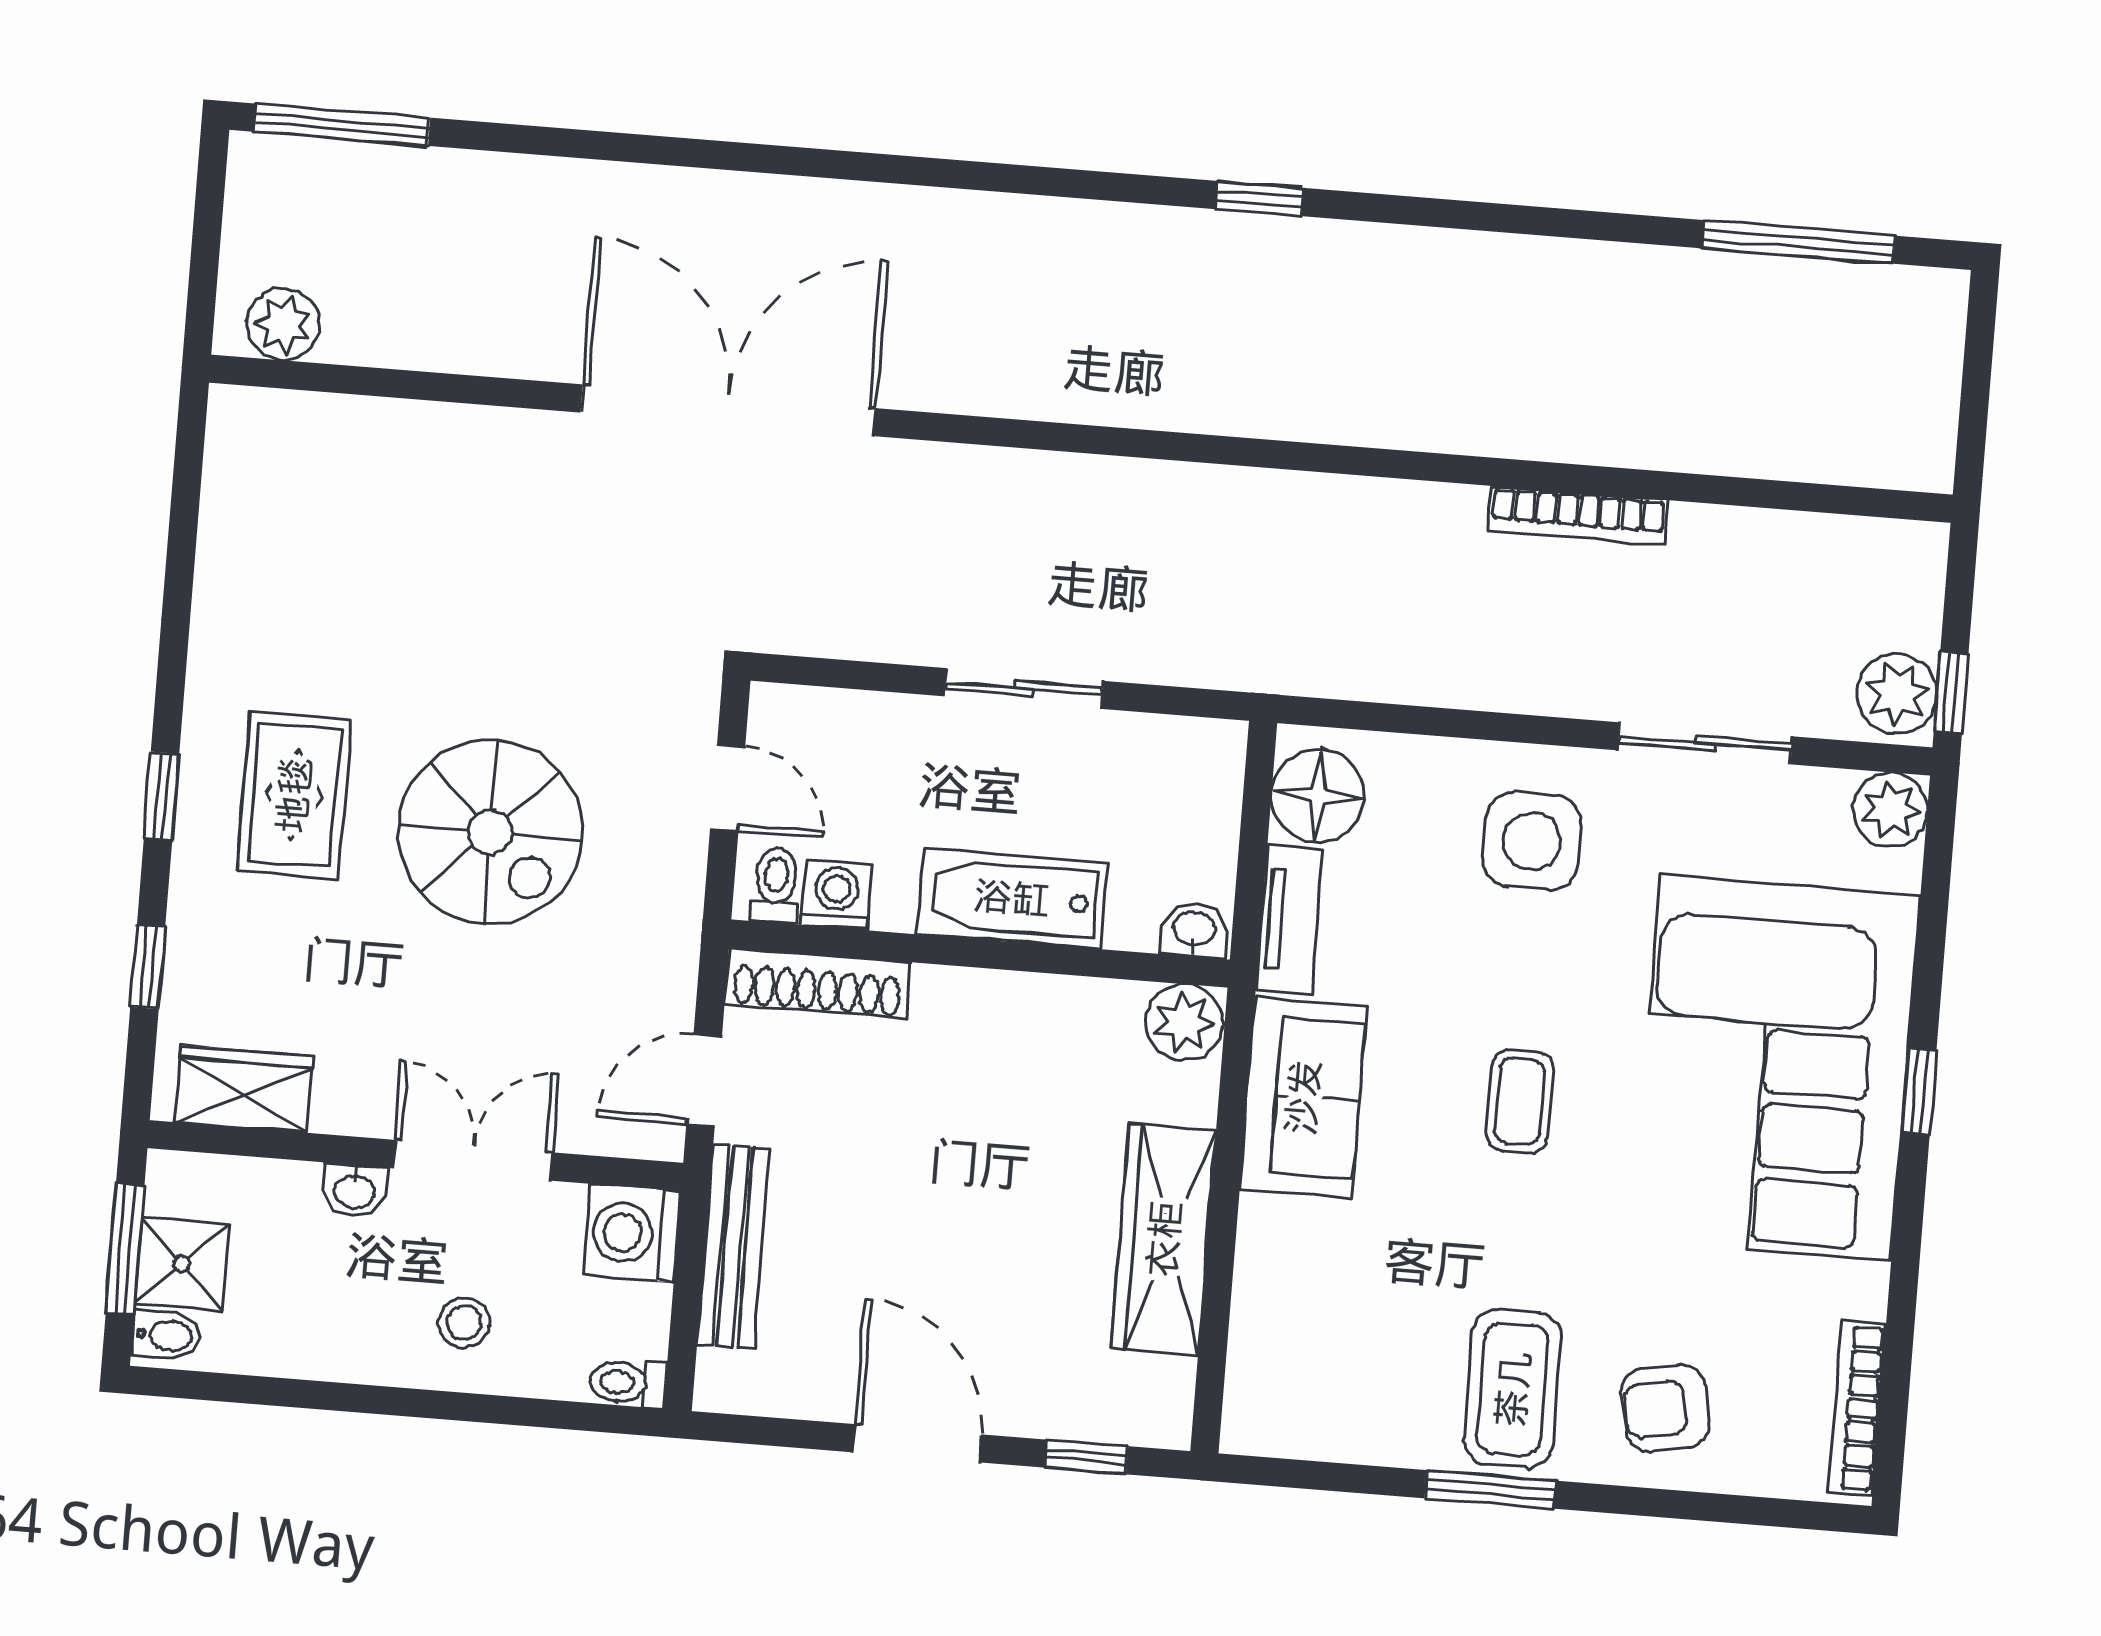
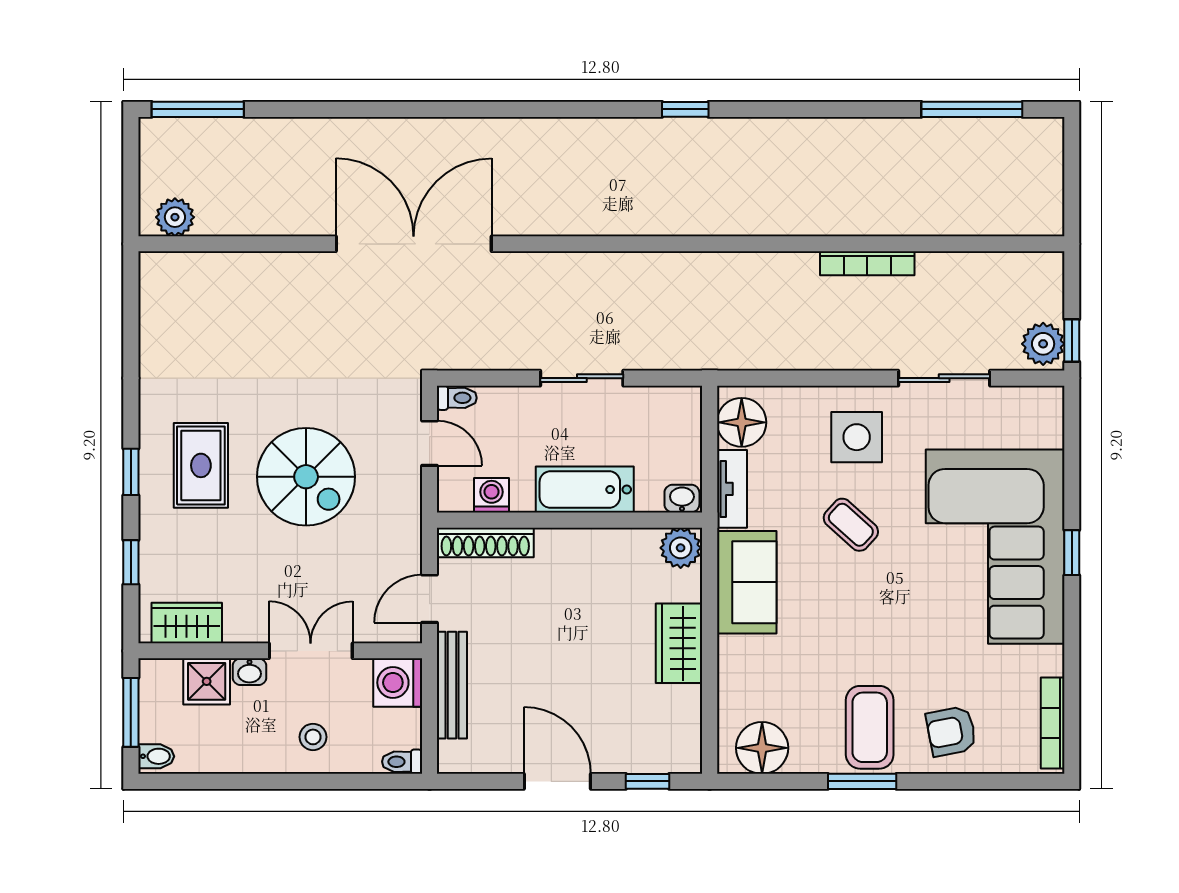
plant: (1890, 810) -> (1045, 405), removed
toilet: (776, 885) -> (457, 398), moved, turned 90
coffee table: (1520, 1101) -> (851, 525), moved, turned -48
wardrobe: (1164, 1239) -> (679, 643), width x0.67
shower: (182, 1264) -> (207, 681), moved
floor lamp: (1307, 1411) -> (762, 748), added

